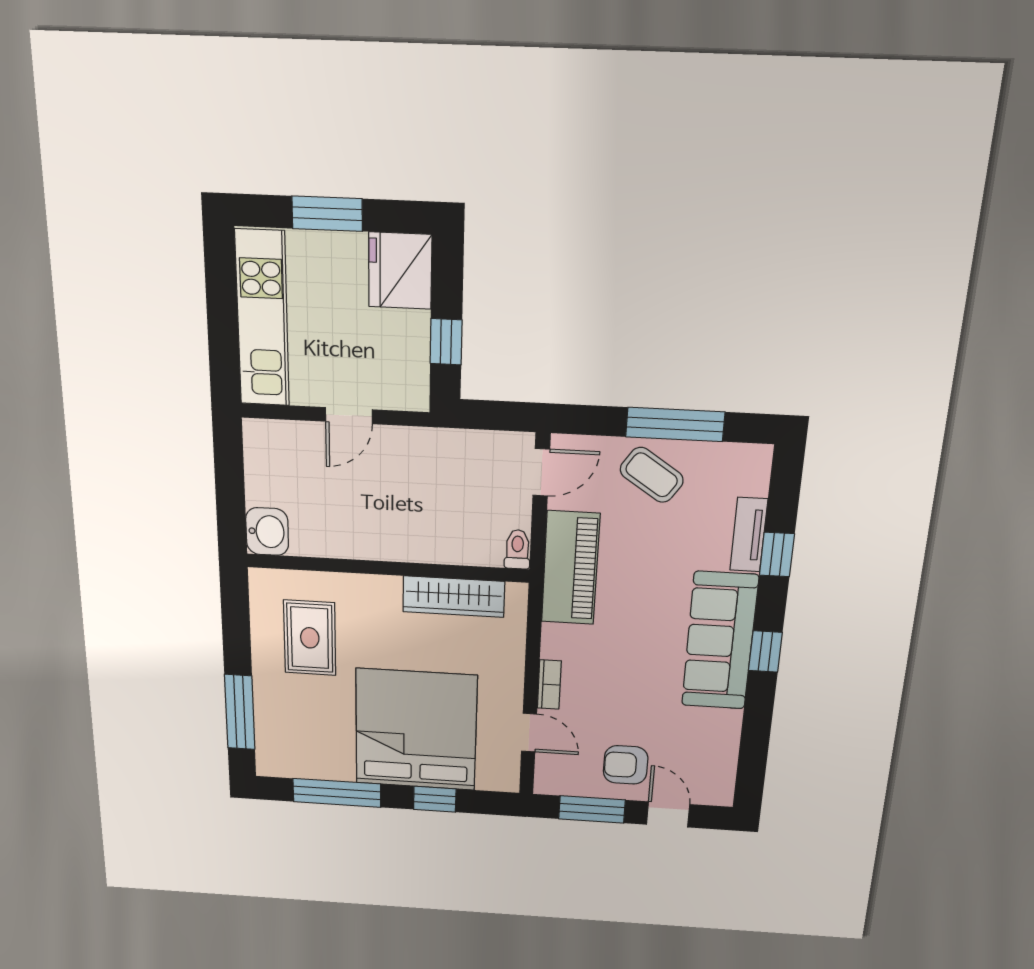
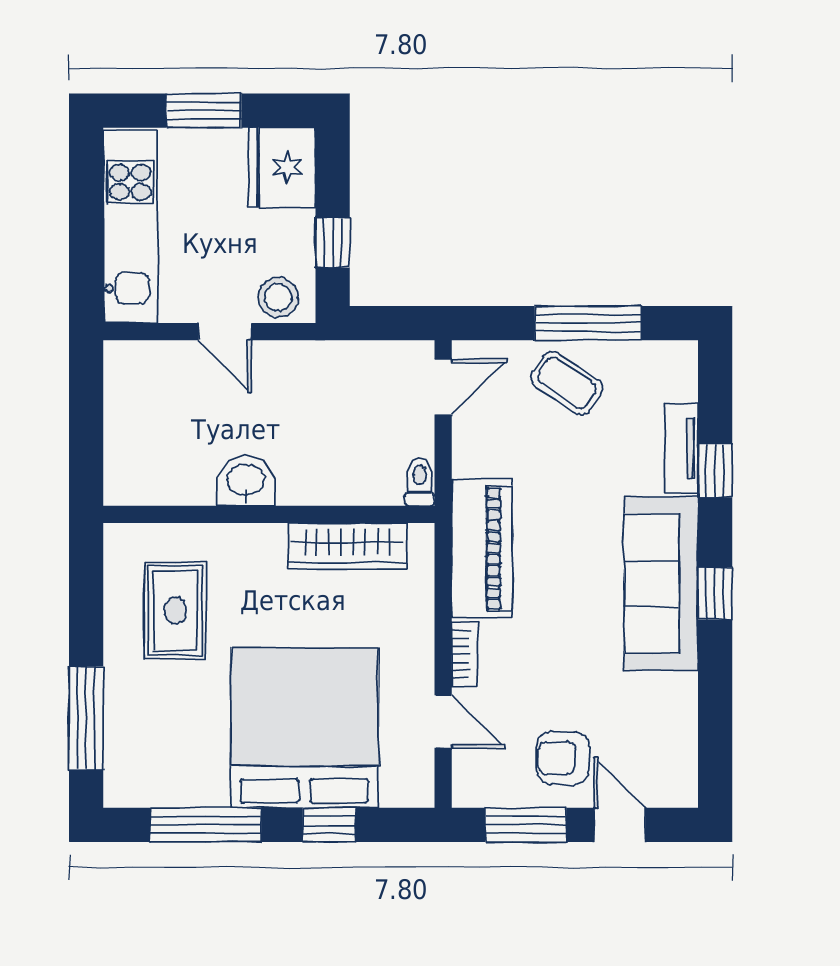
stool: (396, 388) -> (278, 297), added
door: (349, 416) -> (225, 332), hinge flipped
washbasin: (267, 532) -> (246, 481), moved, turned -90
piano: (570, 568) -> (482, 548), moved

